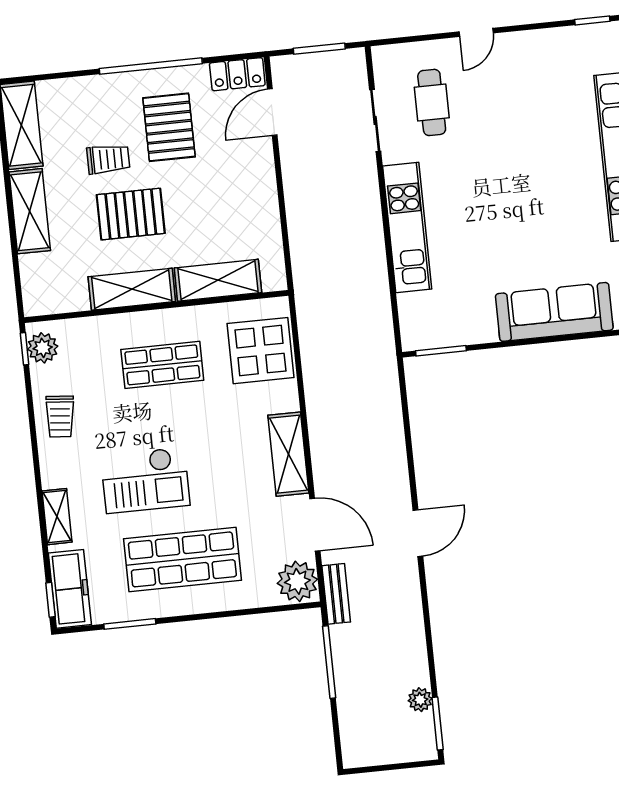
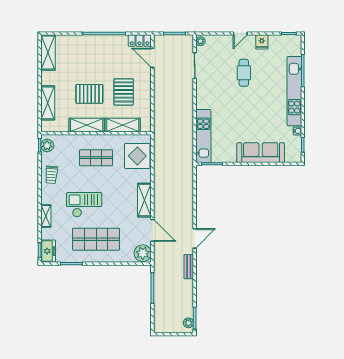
fridge: (530, 47) -> (262, 42), added
plant: (383, 61) -> (200, 41), added
cafe table: (432, 102) -> (244, 73), moved
door: (272, 112) -> (152, 58), hinge flipped
pallet: (169, 127) -> (124, 92), moved
trolley: (108, 159) -> (82, 70), removed
shelving: (30, 211) -> (48, 103), moved
kitchen unit: (407, 228) -> (203, 136), moved
checkout: (145, 480) -> (84, 205), turned 180
freezer: (70, 589) -> (48, 251), width x0.71
bench: (336, 594) -> (189, 267), moved
plant: (420, 700) -> (188, 323), moved

